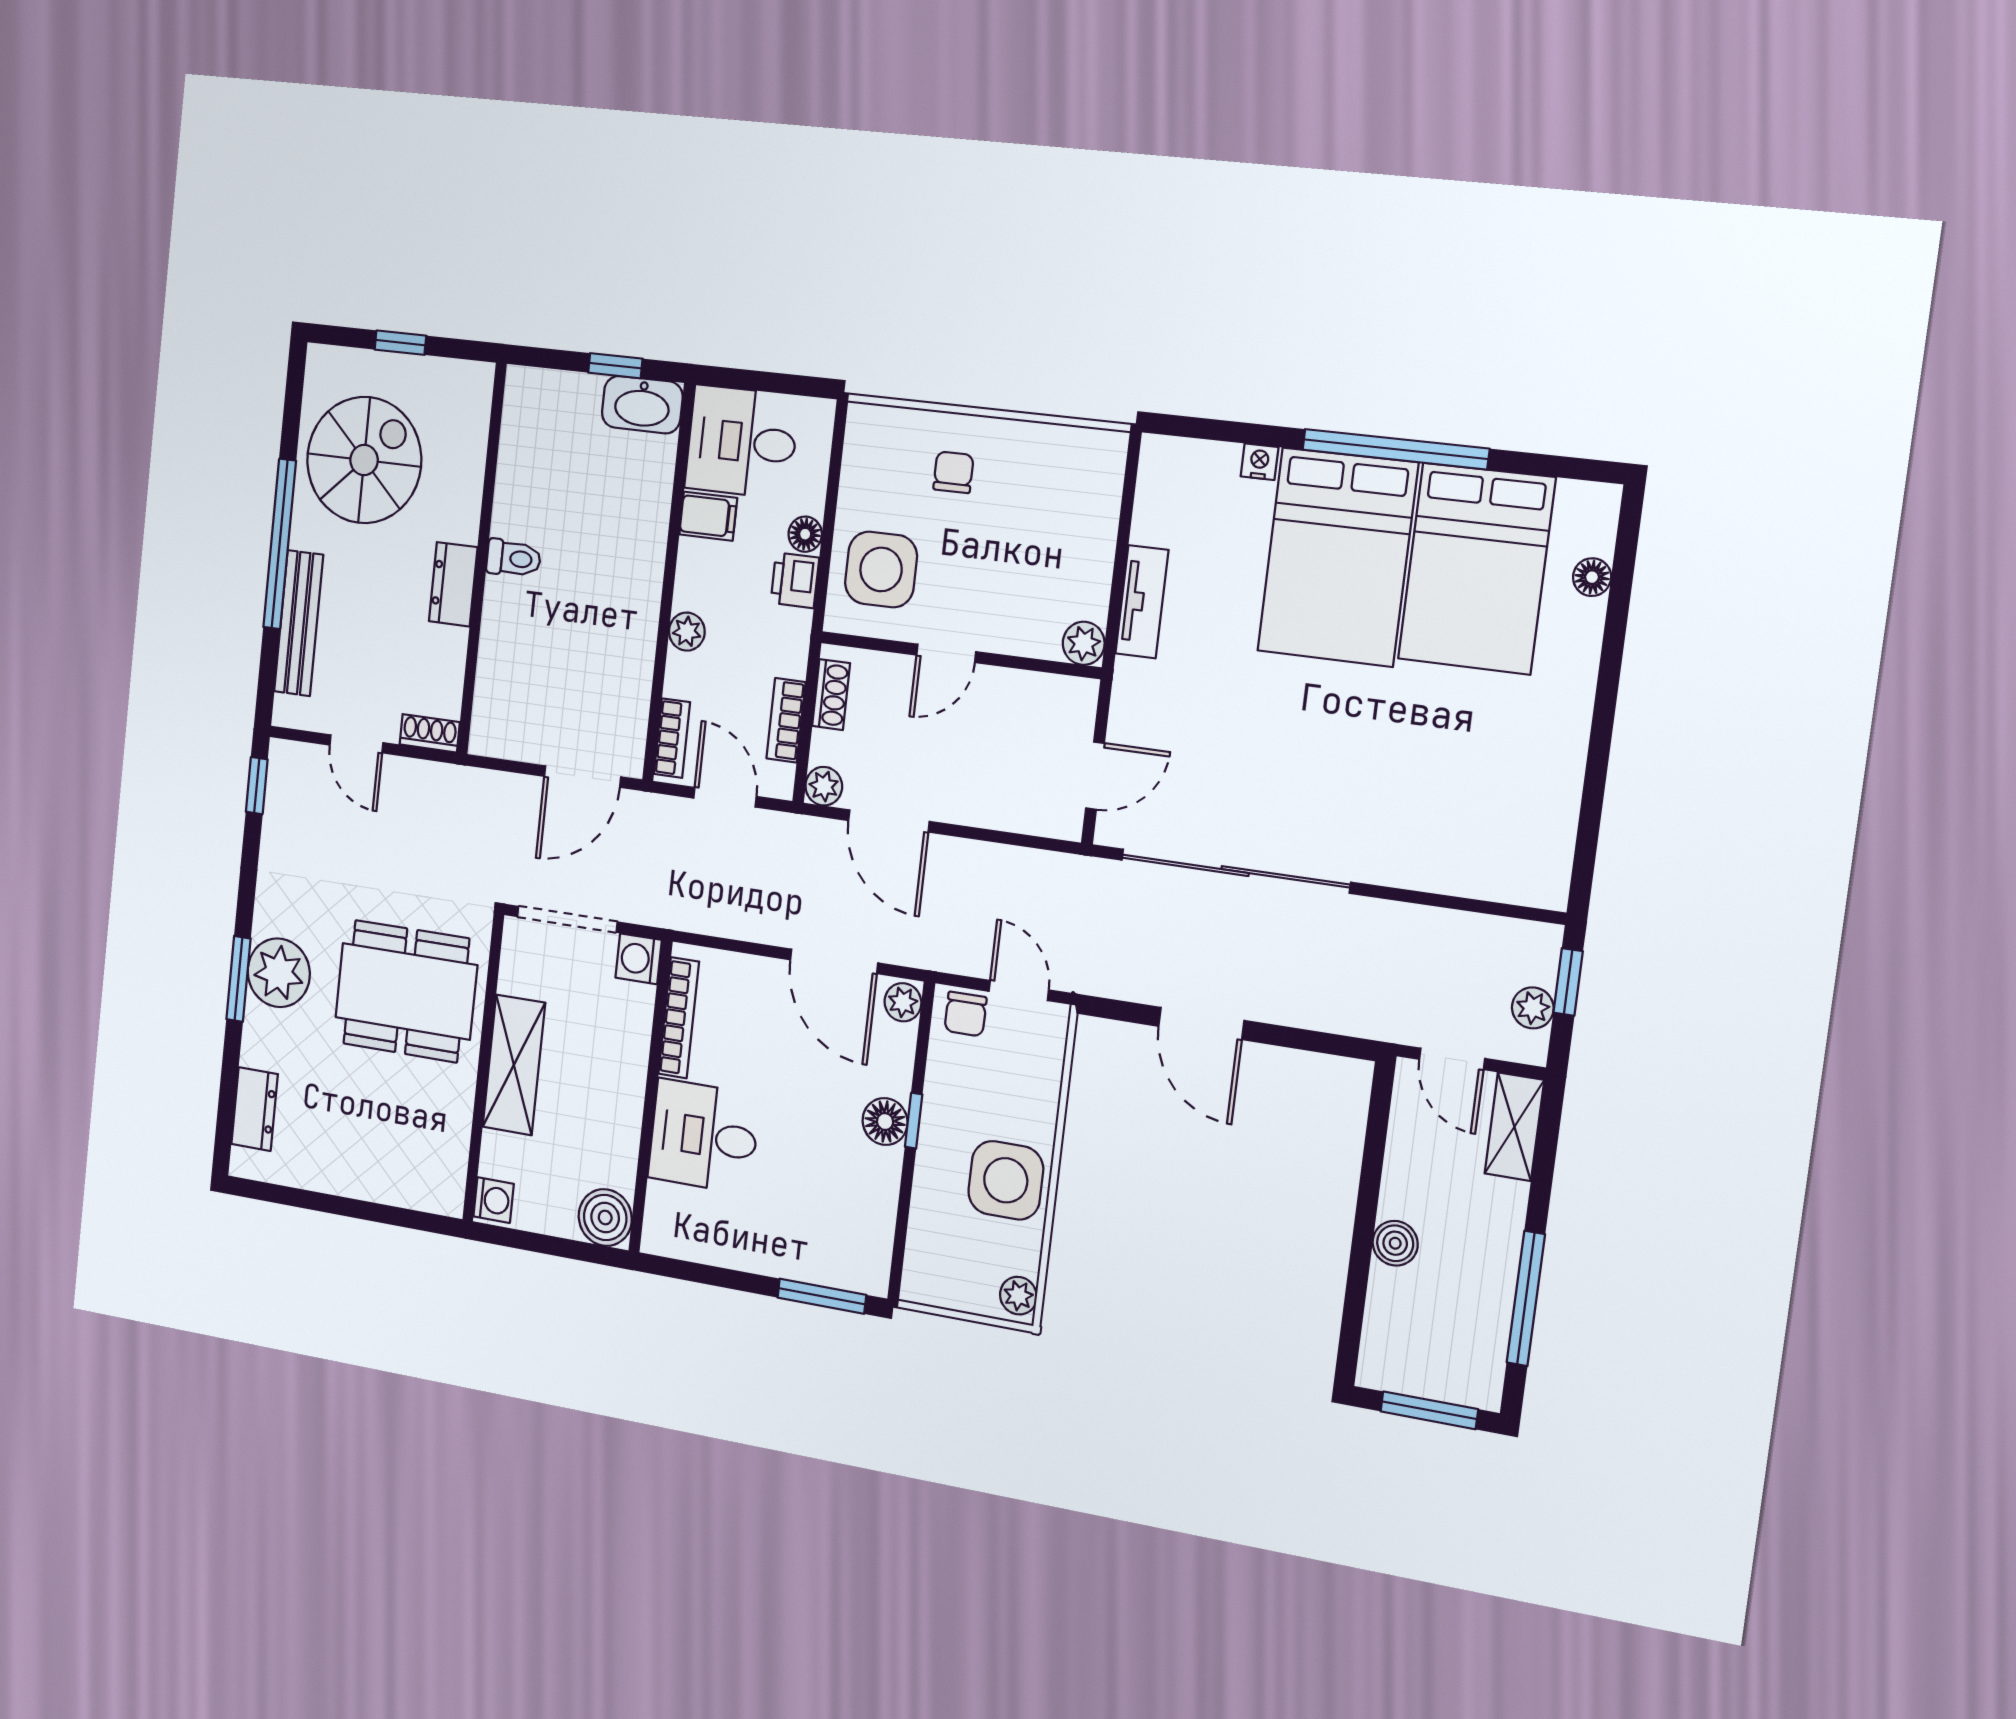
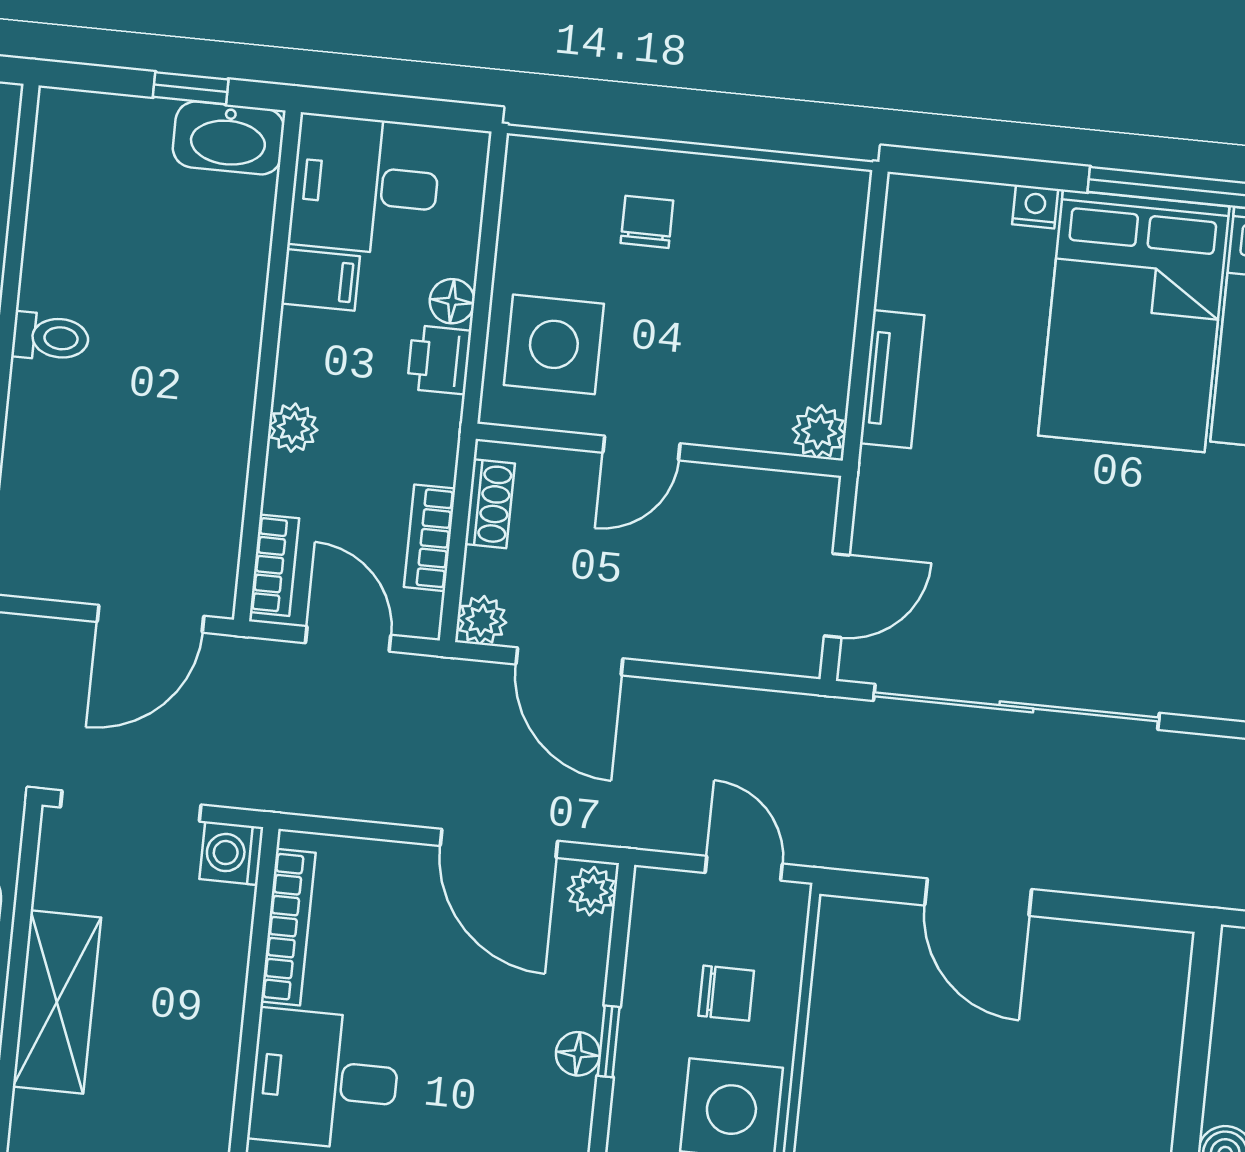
chair: (966, 1014) -> (726, 993), moved, turned -90
floor lamp: (885, 1122) -> (578, 1054), width x0.73, depth x0.73

